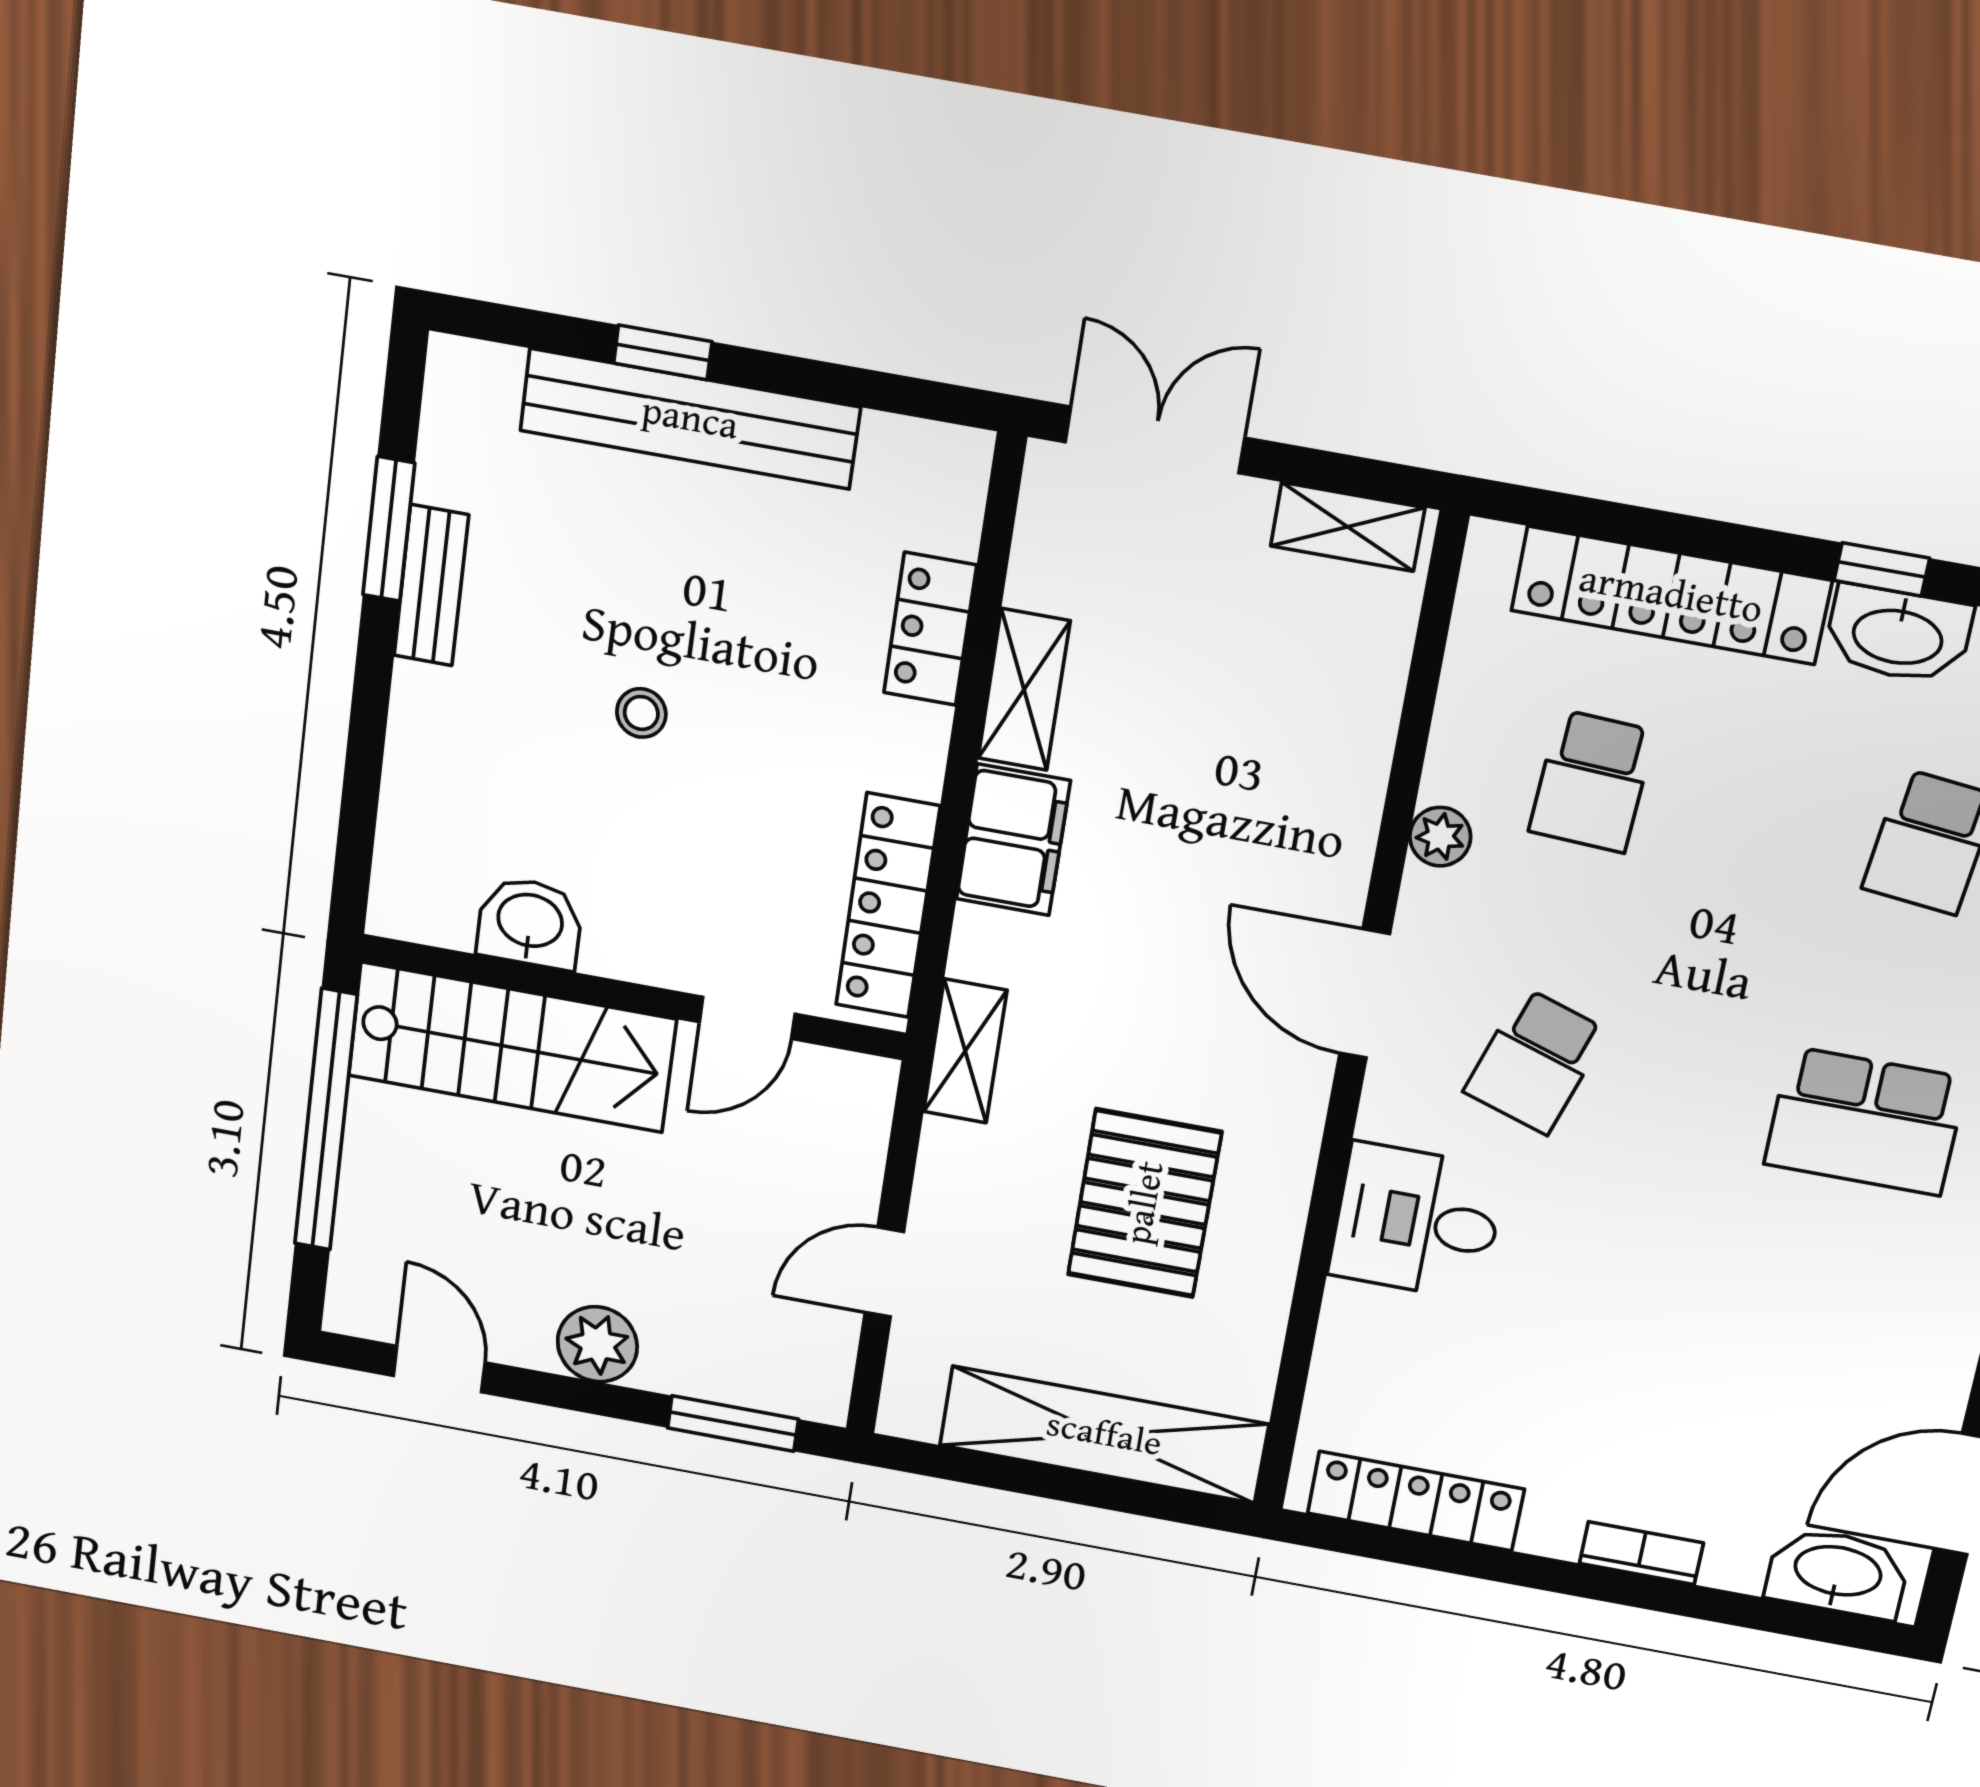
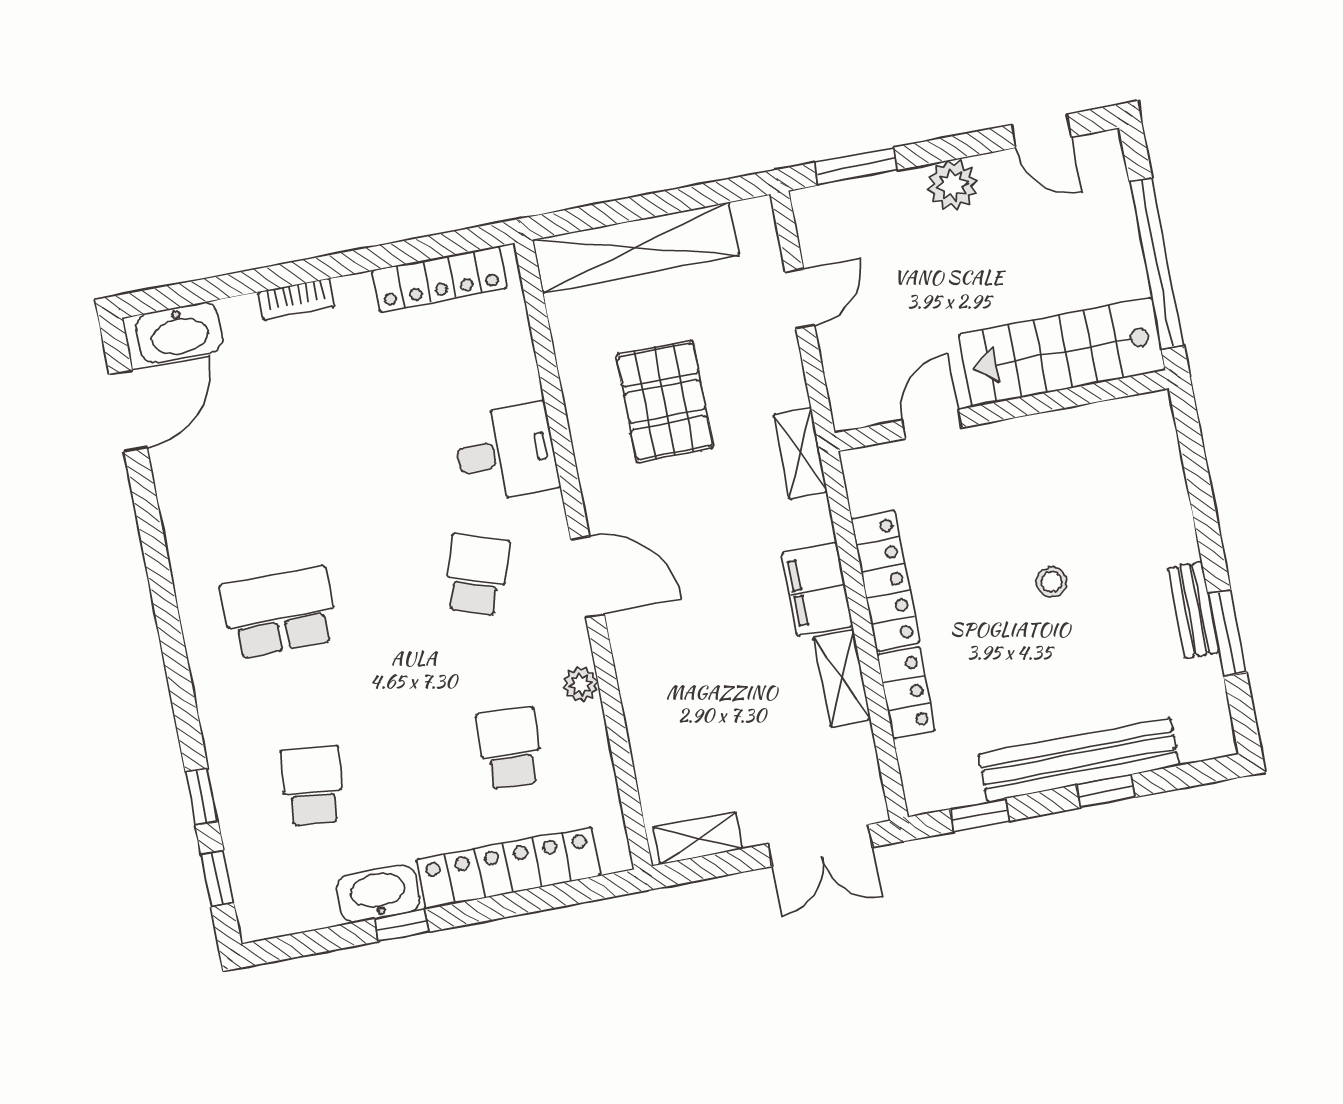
window: (880, 391) -> (979, 815), added
locker: (888, 906) -> (885, 581), moved
washbasin: (530, 923) -> (1075, 432), removed

